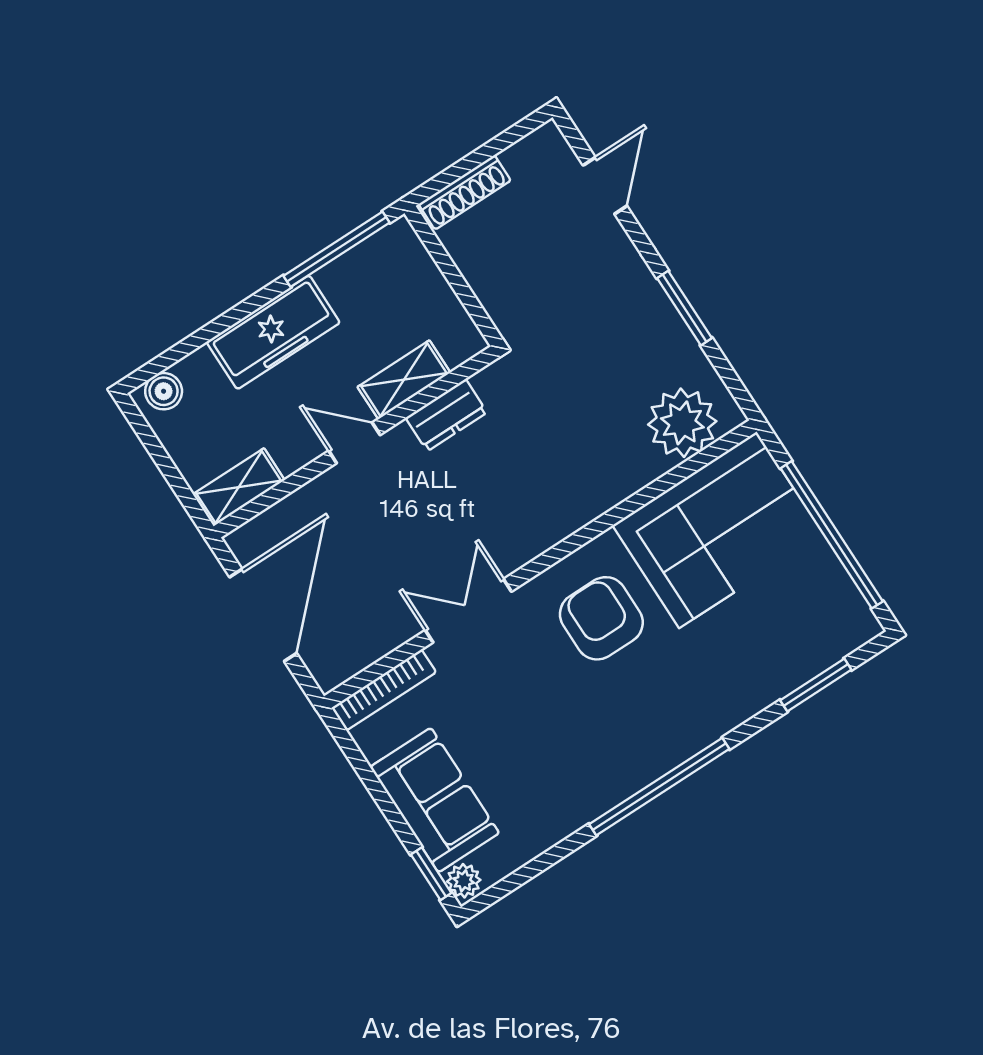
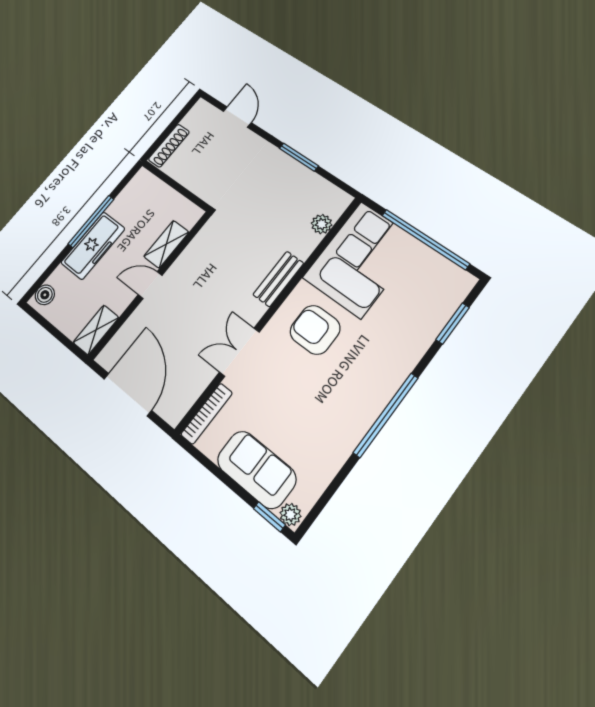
window: (337, 249) -> (91, 221), moved
dresser: (446, 415) -> (194, 254), removed
plant: (682, 423) -> (322, 224), width x0.53, depth x0.53
bench: (573, 513) -> (278, 279), added

